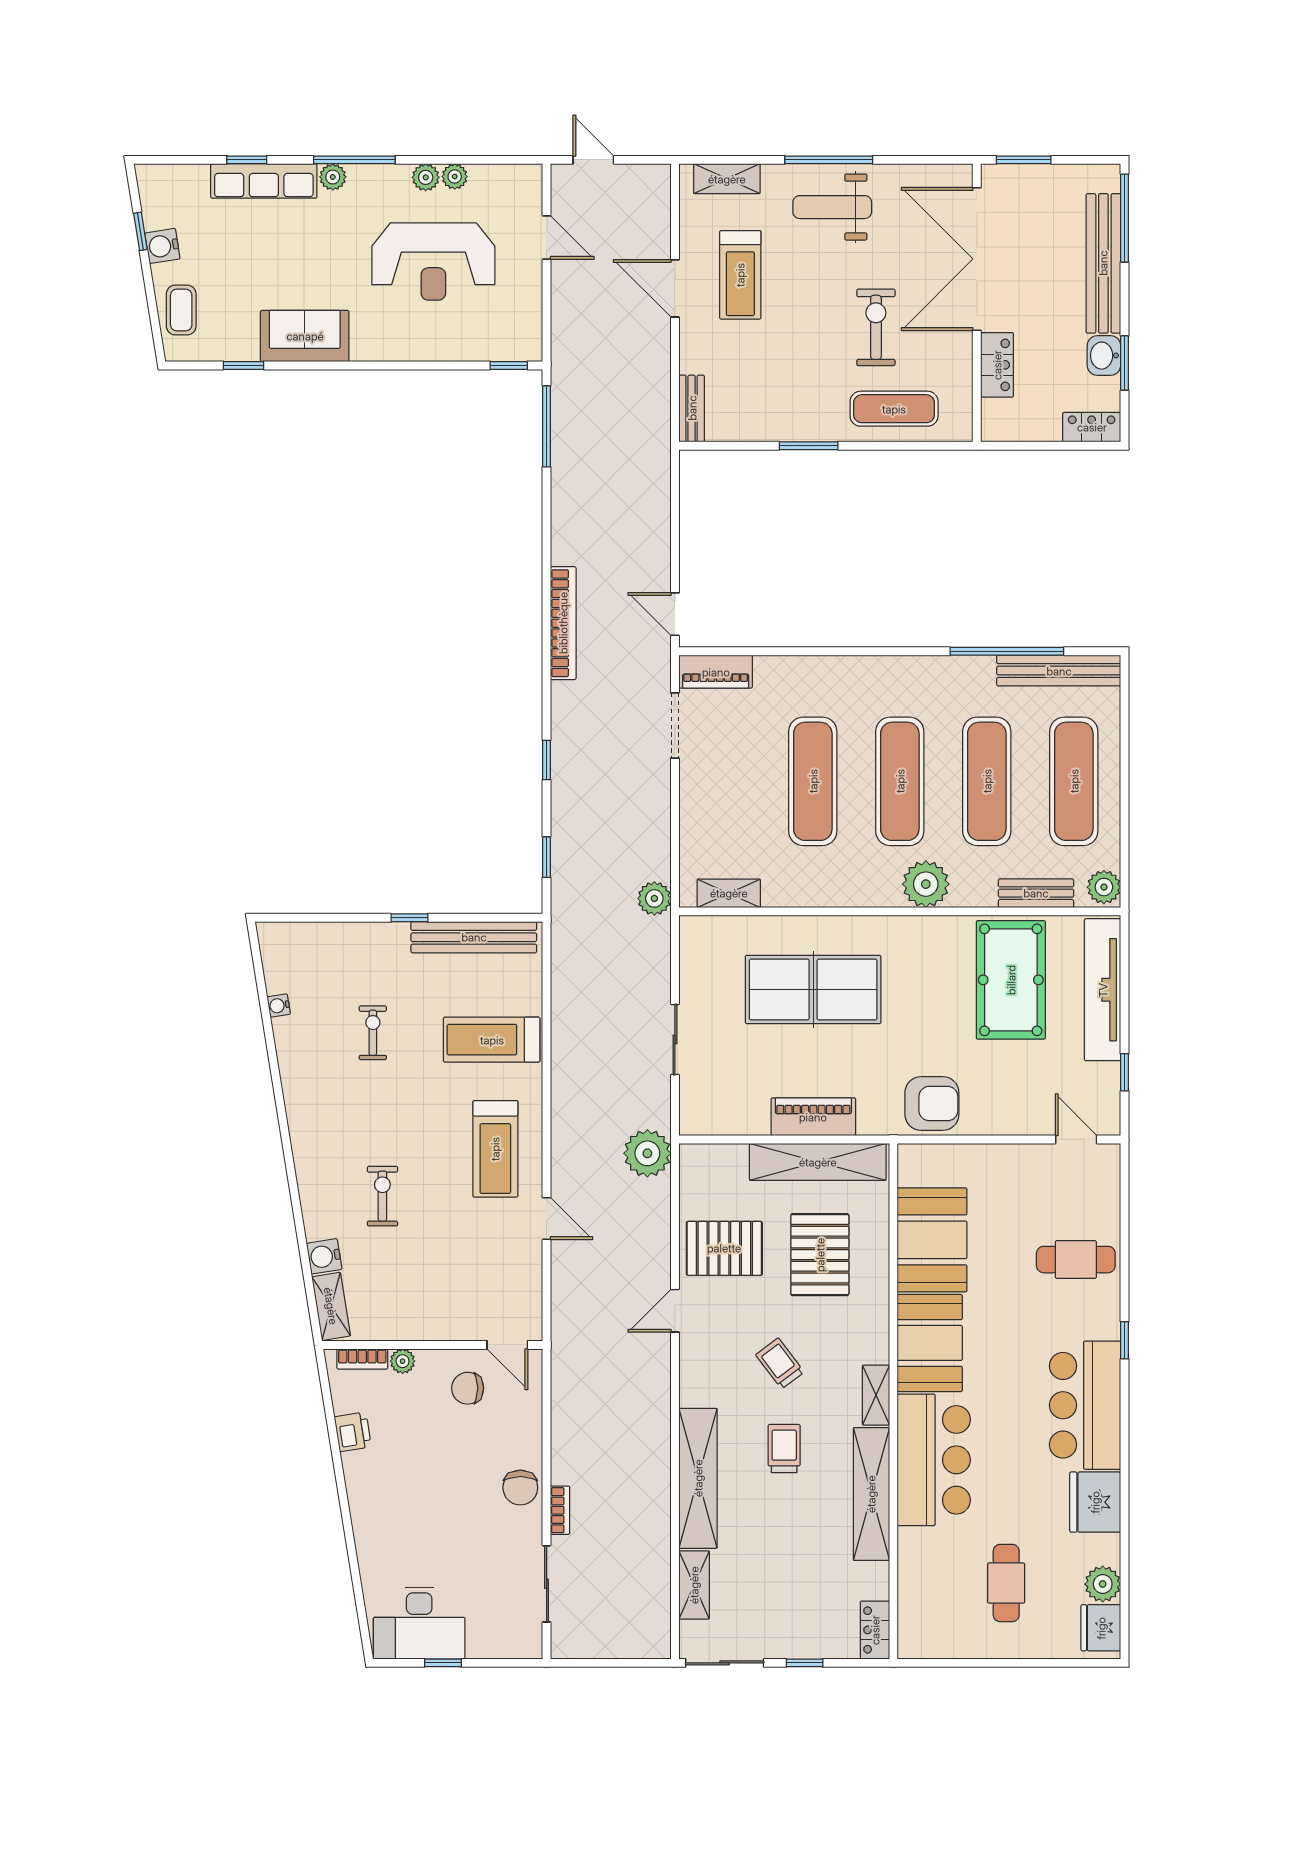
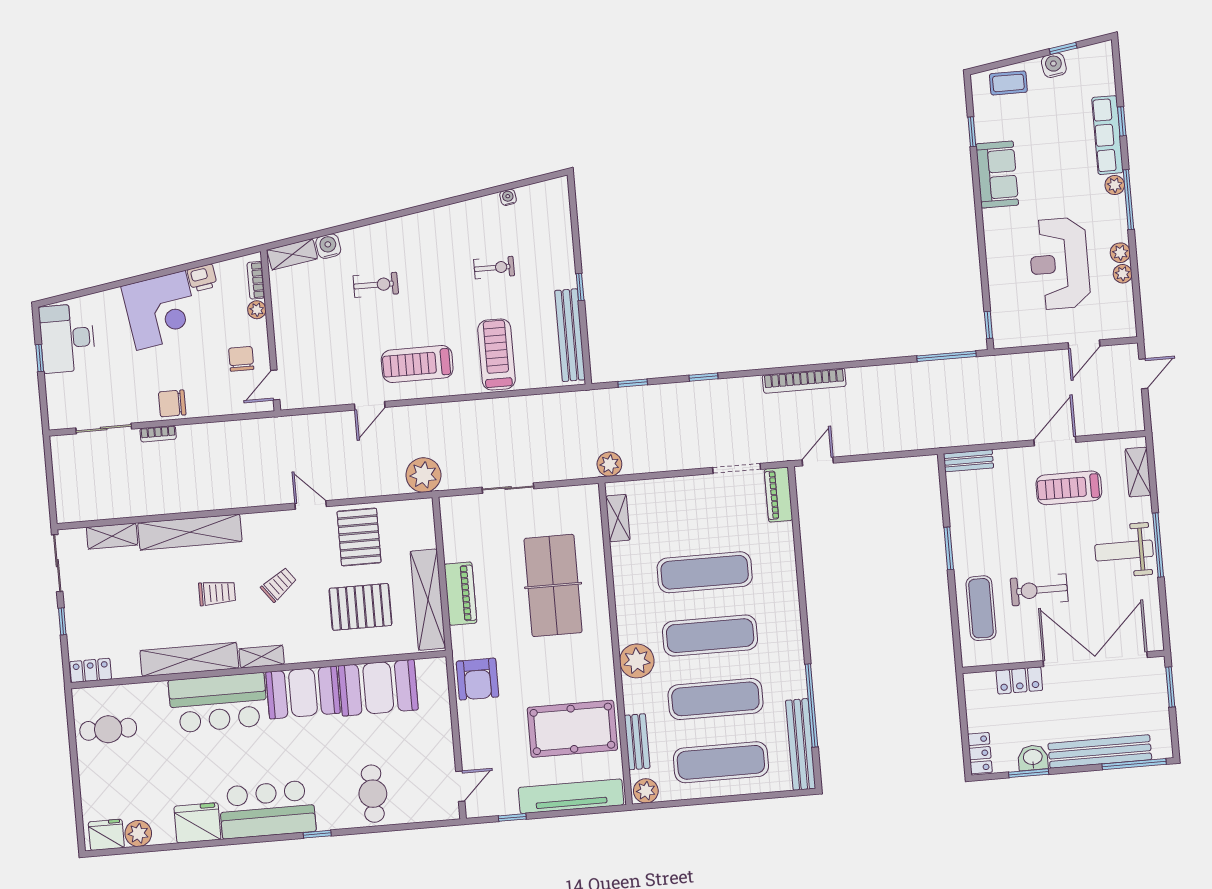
weight bench: (832, 207) -> (1124, 551), turned -90
exercise bike: (876, 327) -> (1039, 590), turned 180
corner desk: (392, 1492) -> (161, 310), added
cafe table: (1006, 1583) -> (108, 729), moved

